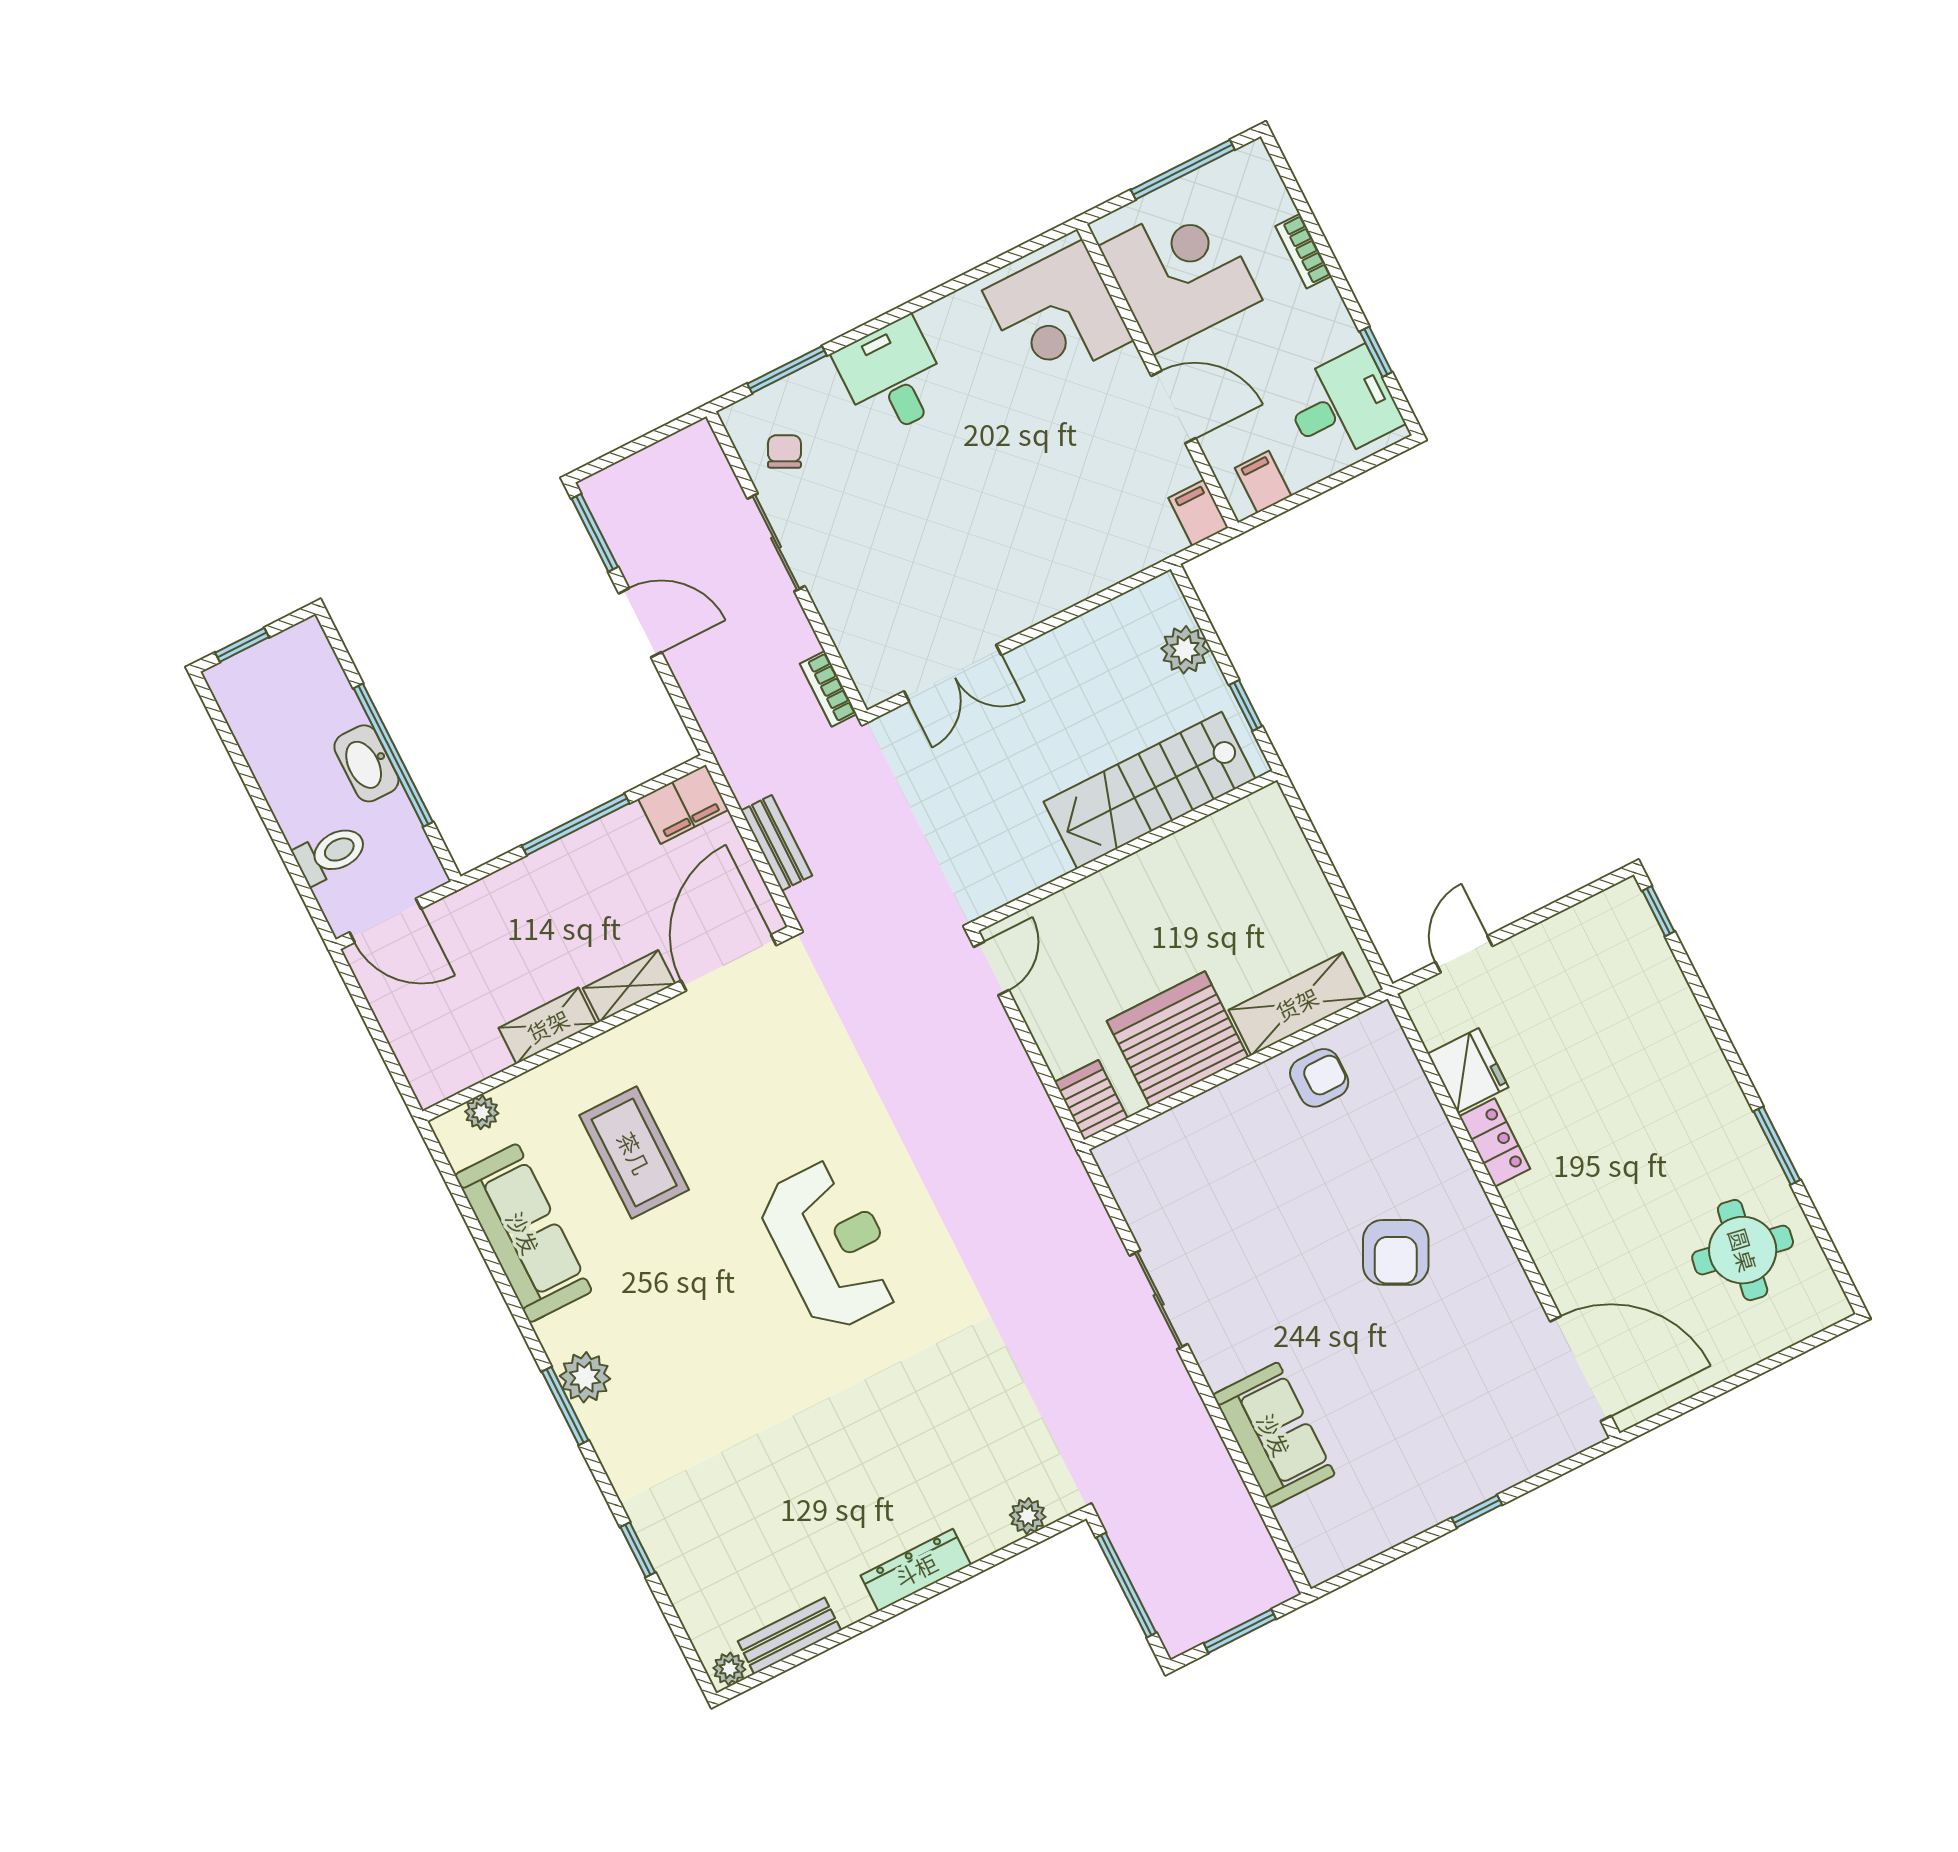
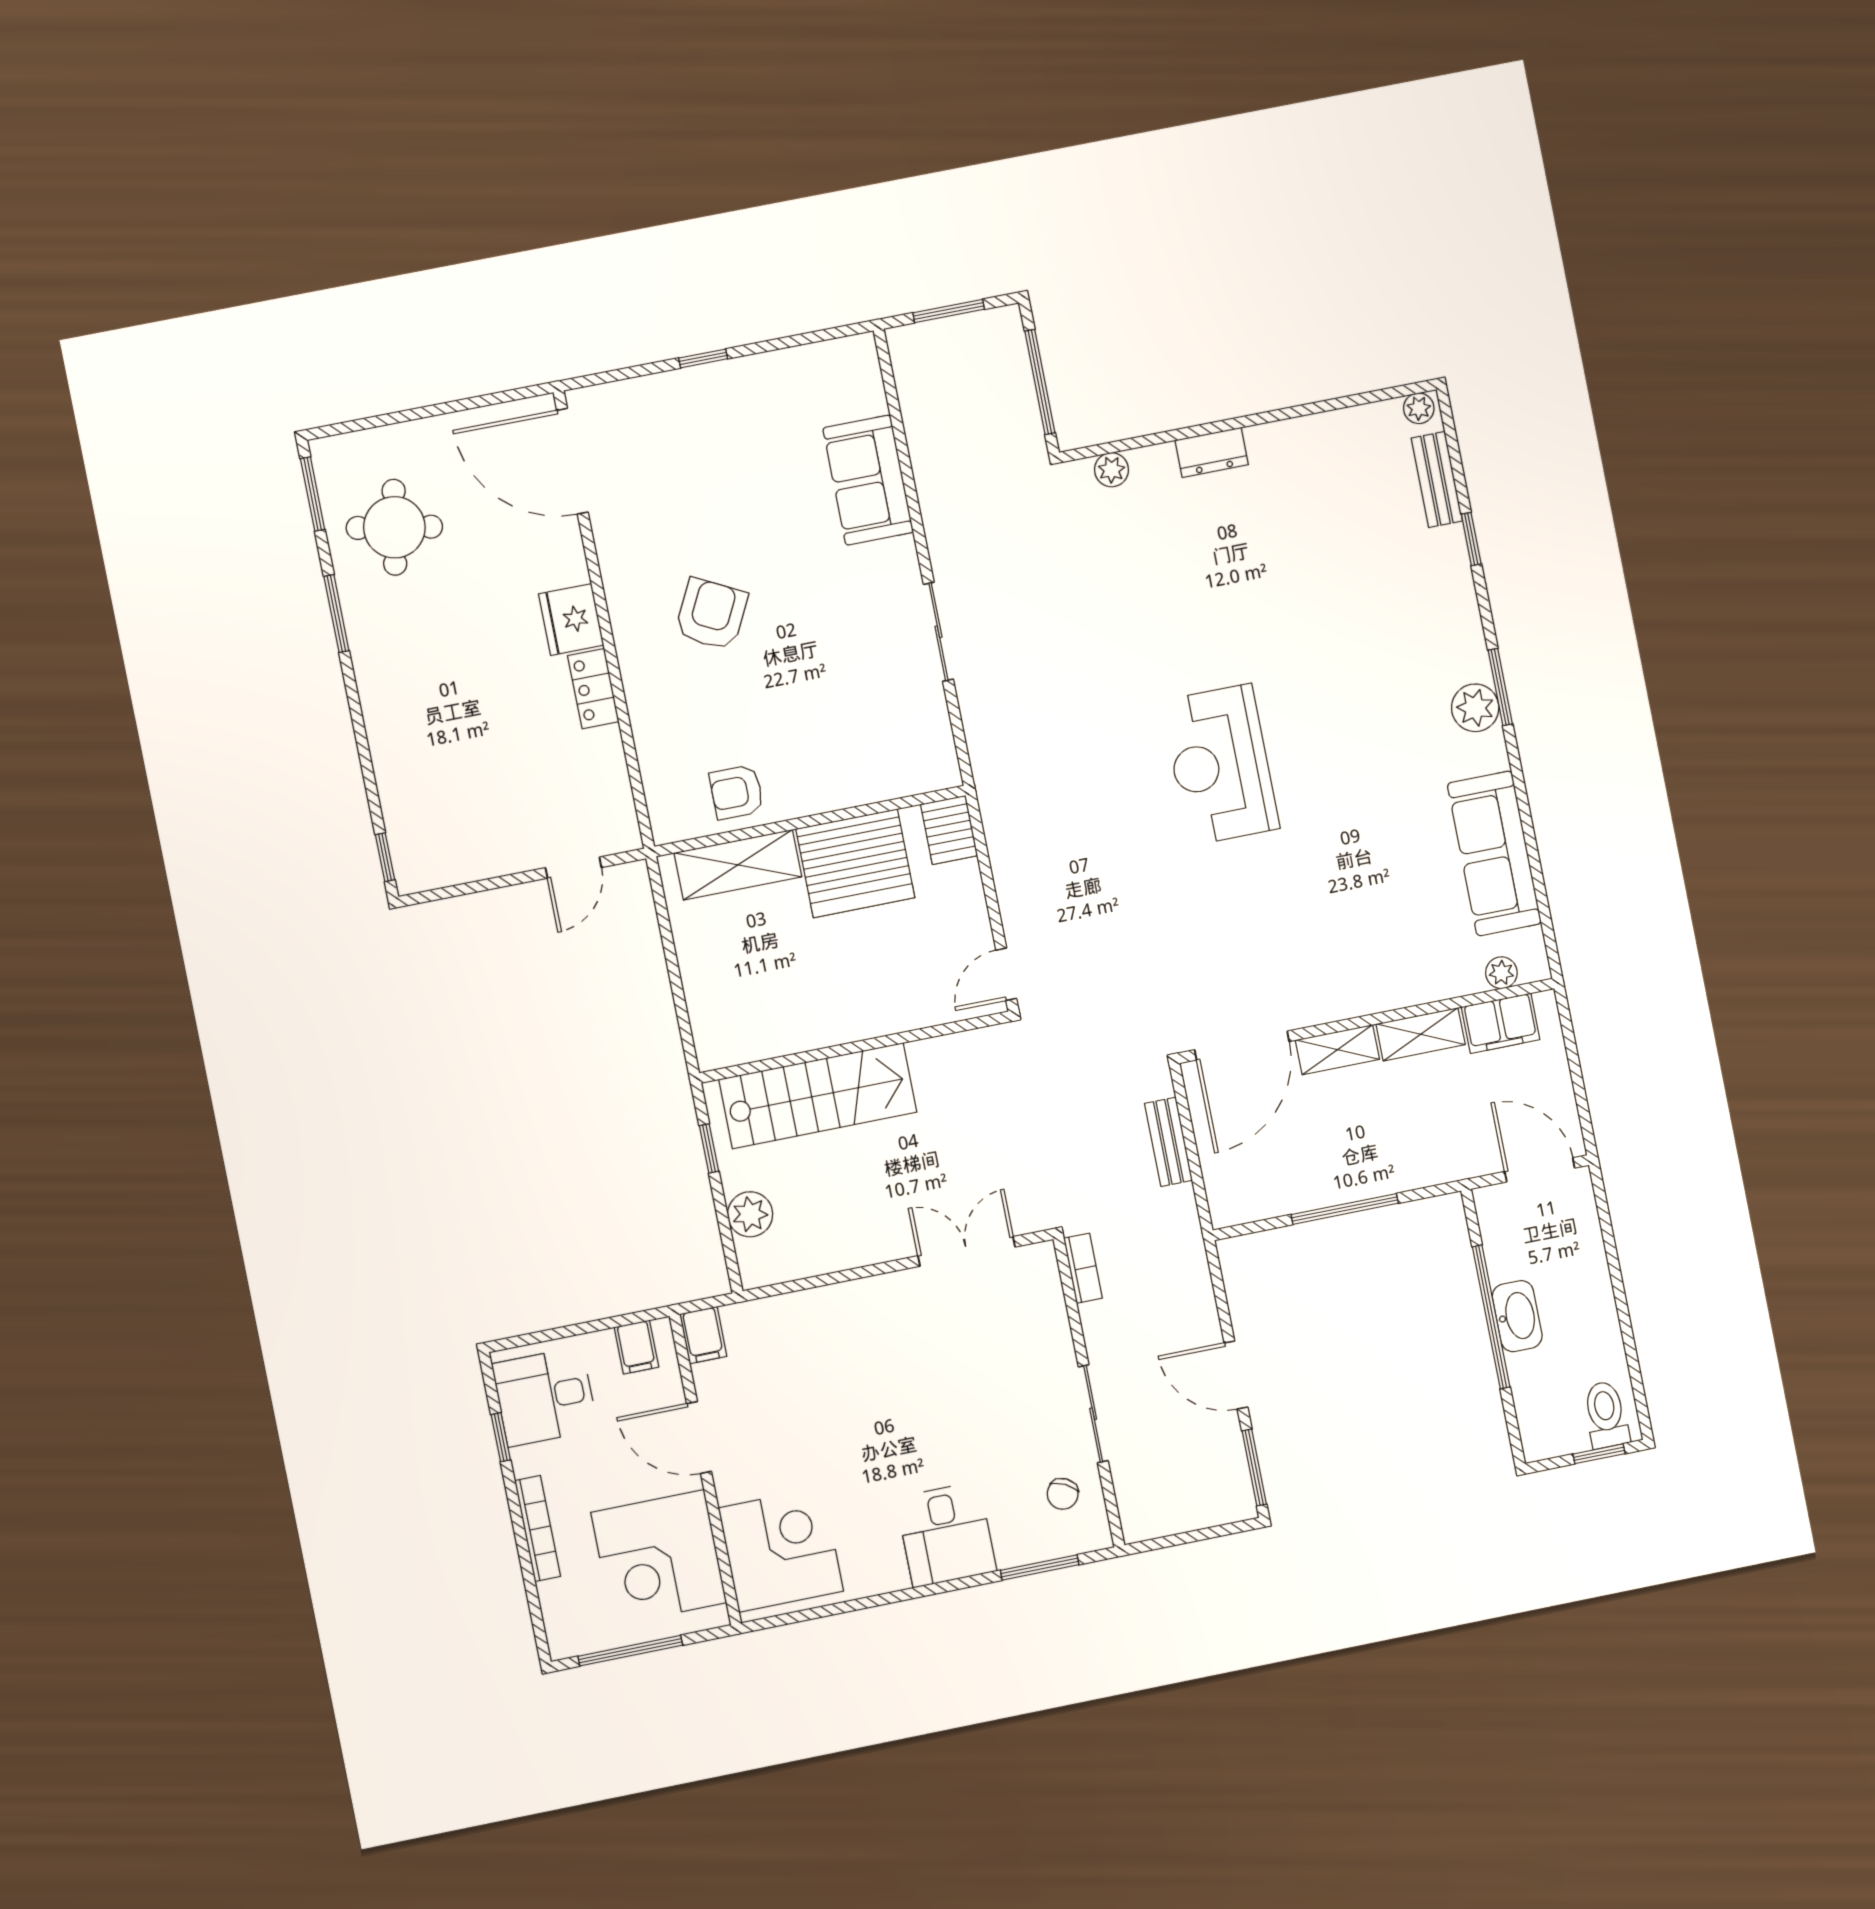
bookcase: (1303, 251) -> (537, 1528), width x1.56
filing cabinet: (683, 804) -> (1501, 1023), moved, turned 180
toilet: (331, 854) -> (1606, 1415), moved, turned 90
fridge: (1468, 1070) -> (571, 620), moved
coffee table: (634, 1153) -> (1375, 898), removed
window: (1835, 1260) -> (313, 494), added
dresser: (916, 1570) -> (1212, 452), width x0.70
bench: (789, 1636) -> (1437, 479), moved, turned 90

